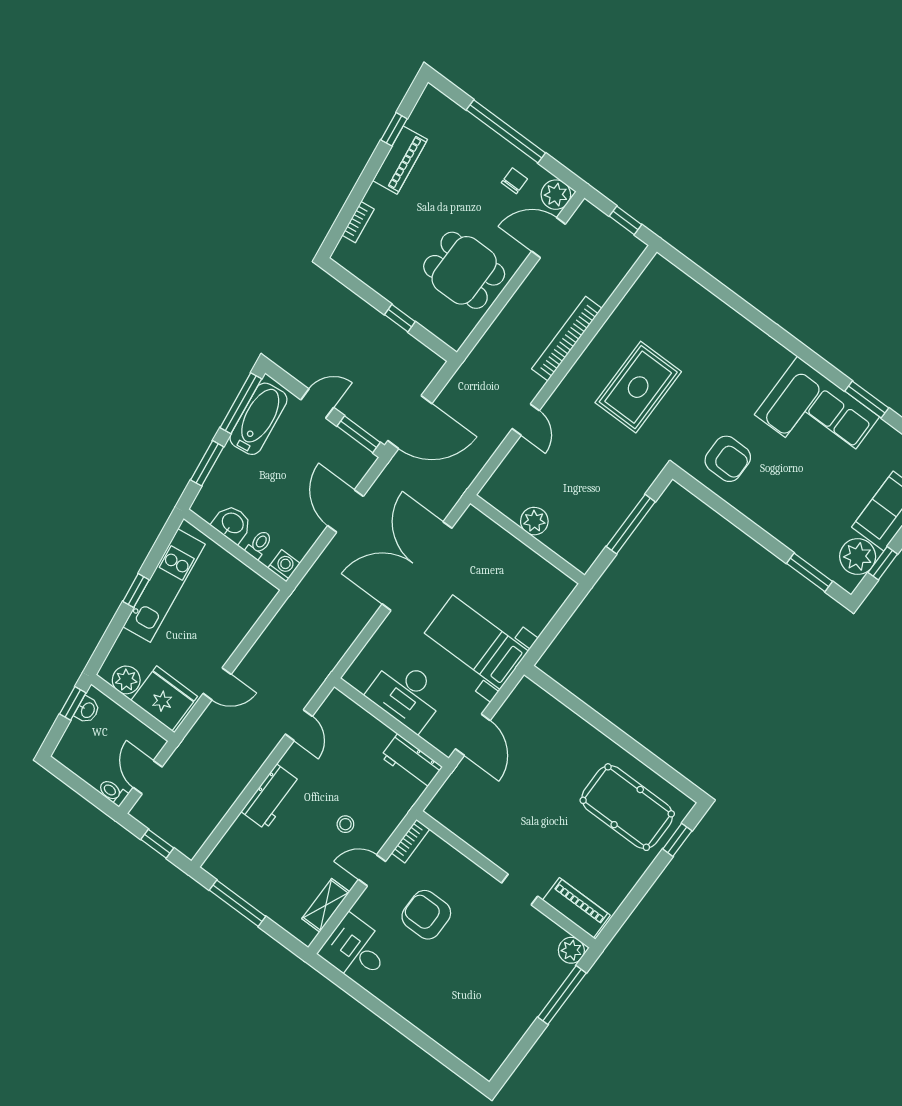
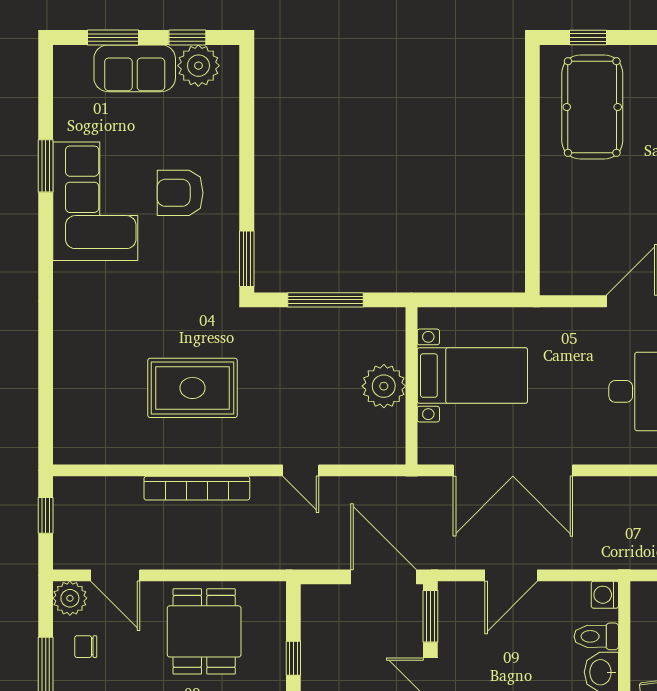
door: (526, 420) -> (301, 470), swing flipped
armchair: (728, 459) -> (180, 193), moved, turned -90
plant: (534, 521) -> (384, 386), width x1.36, depth x1.36
toilet: (259, 545) -> (596, 636), width x1.37, depth x1.39
window: (809, 572) -> (247, 259), moved
bed with nightstands: (476, 642) -> (472, 376), moved, turned -90

